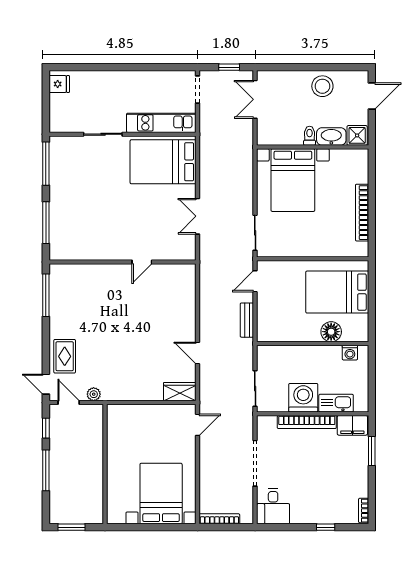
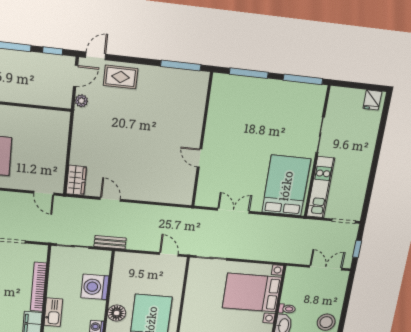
bench: (247, 320) -> (110, 242), moved
door: (198, 353) -> (110, 199), hinge flipped
washing machine: (303, 398) -> (95, 287), moved, turned 180

